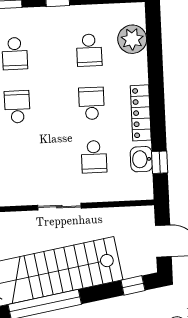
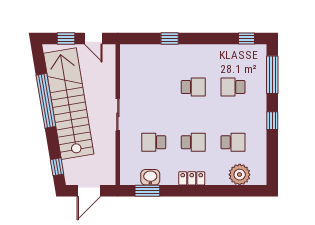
school desk: (89, 50) -> (233, 142), turned 180
locker: (141, 113) -> (192, 178), width x0.66
window: (160, 162) -> (147, 191), width x1.50

